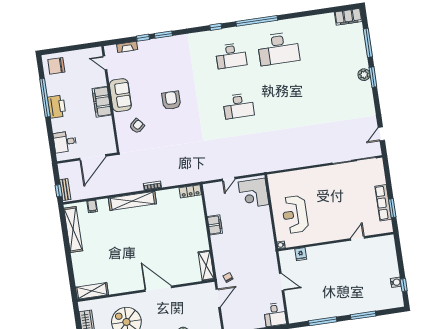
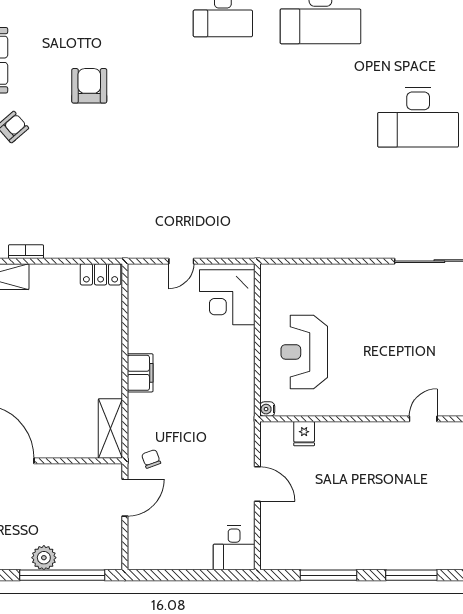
desk: (238, 106) -> (418, 117), moved, width x1.36, depth x1.30
filing cabinet: (215, 225) -> (140, 373), moved

